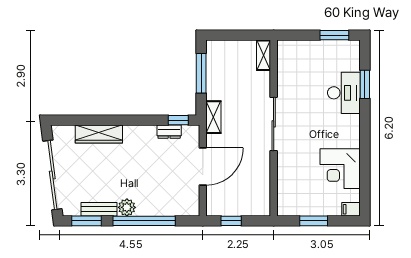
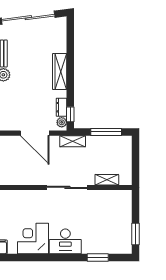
shelving: (264, 55) -> (107, 180), moved
desk: (344, 93) -> (65, 241), moved
plant: (189, 131) -> (62, 122), added
wardrobe: (99, 134) -> (60, 72), moved

